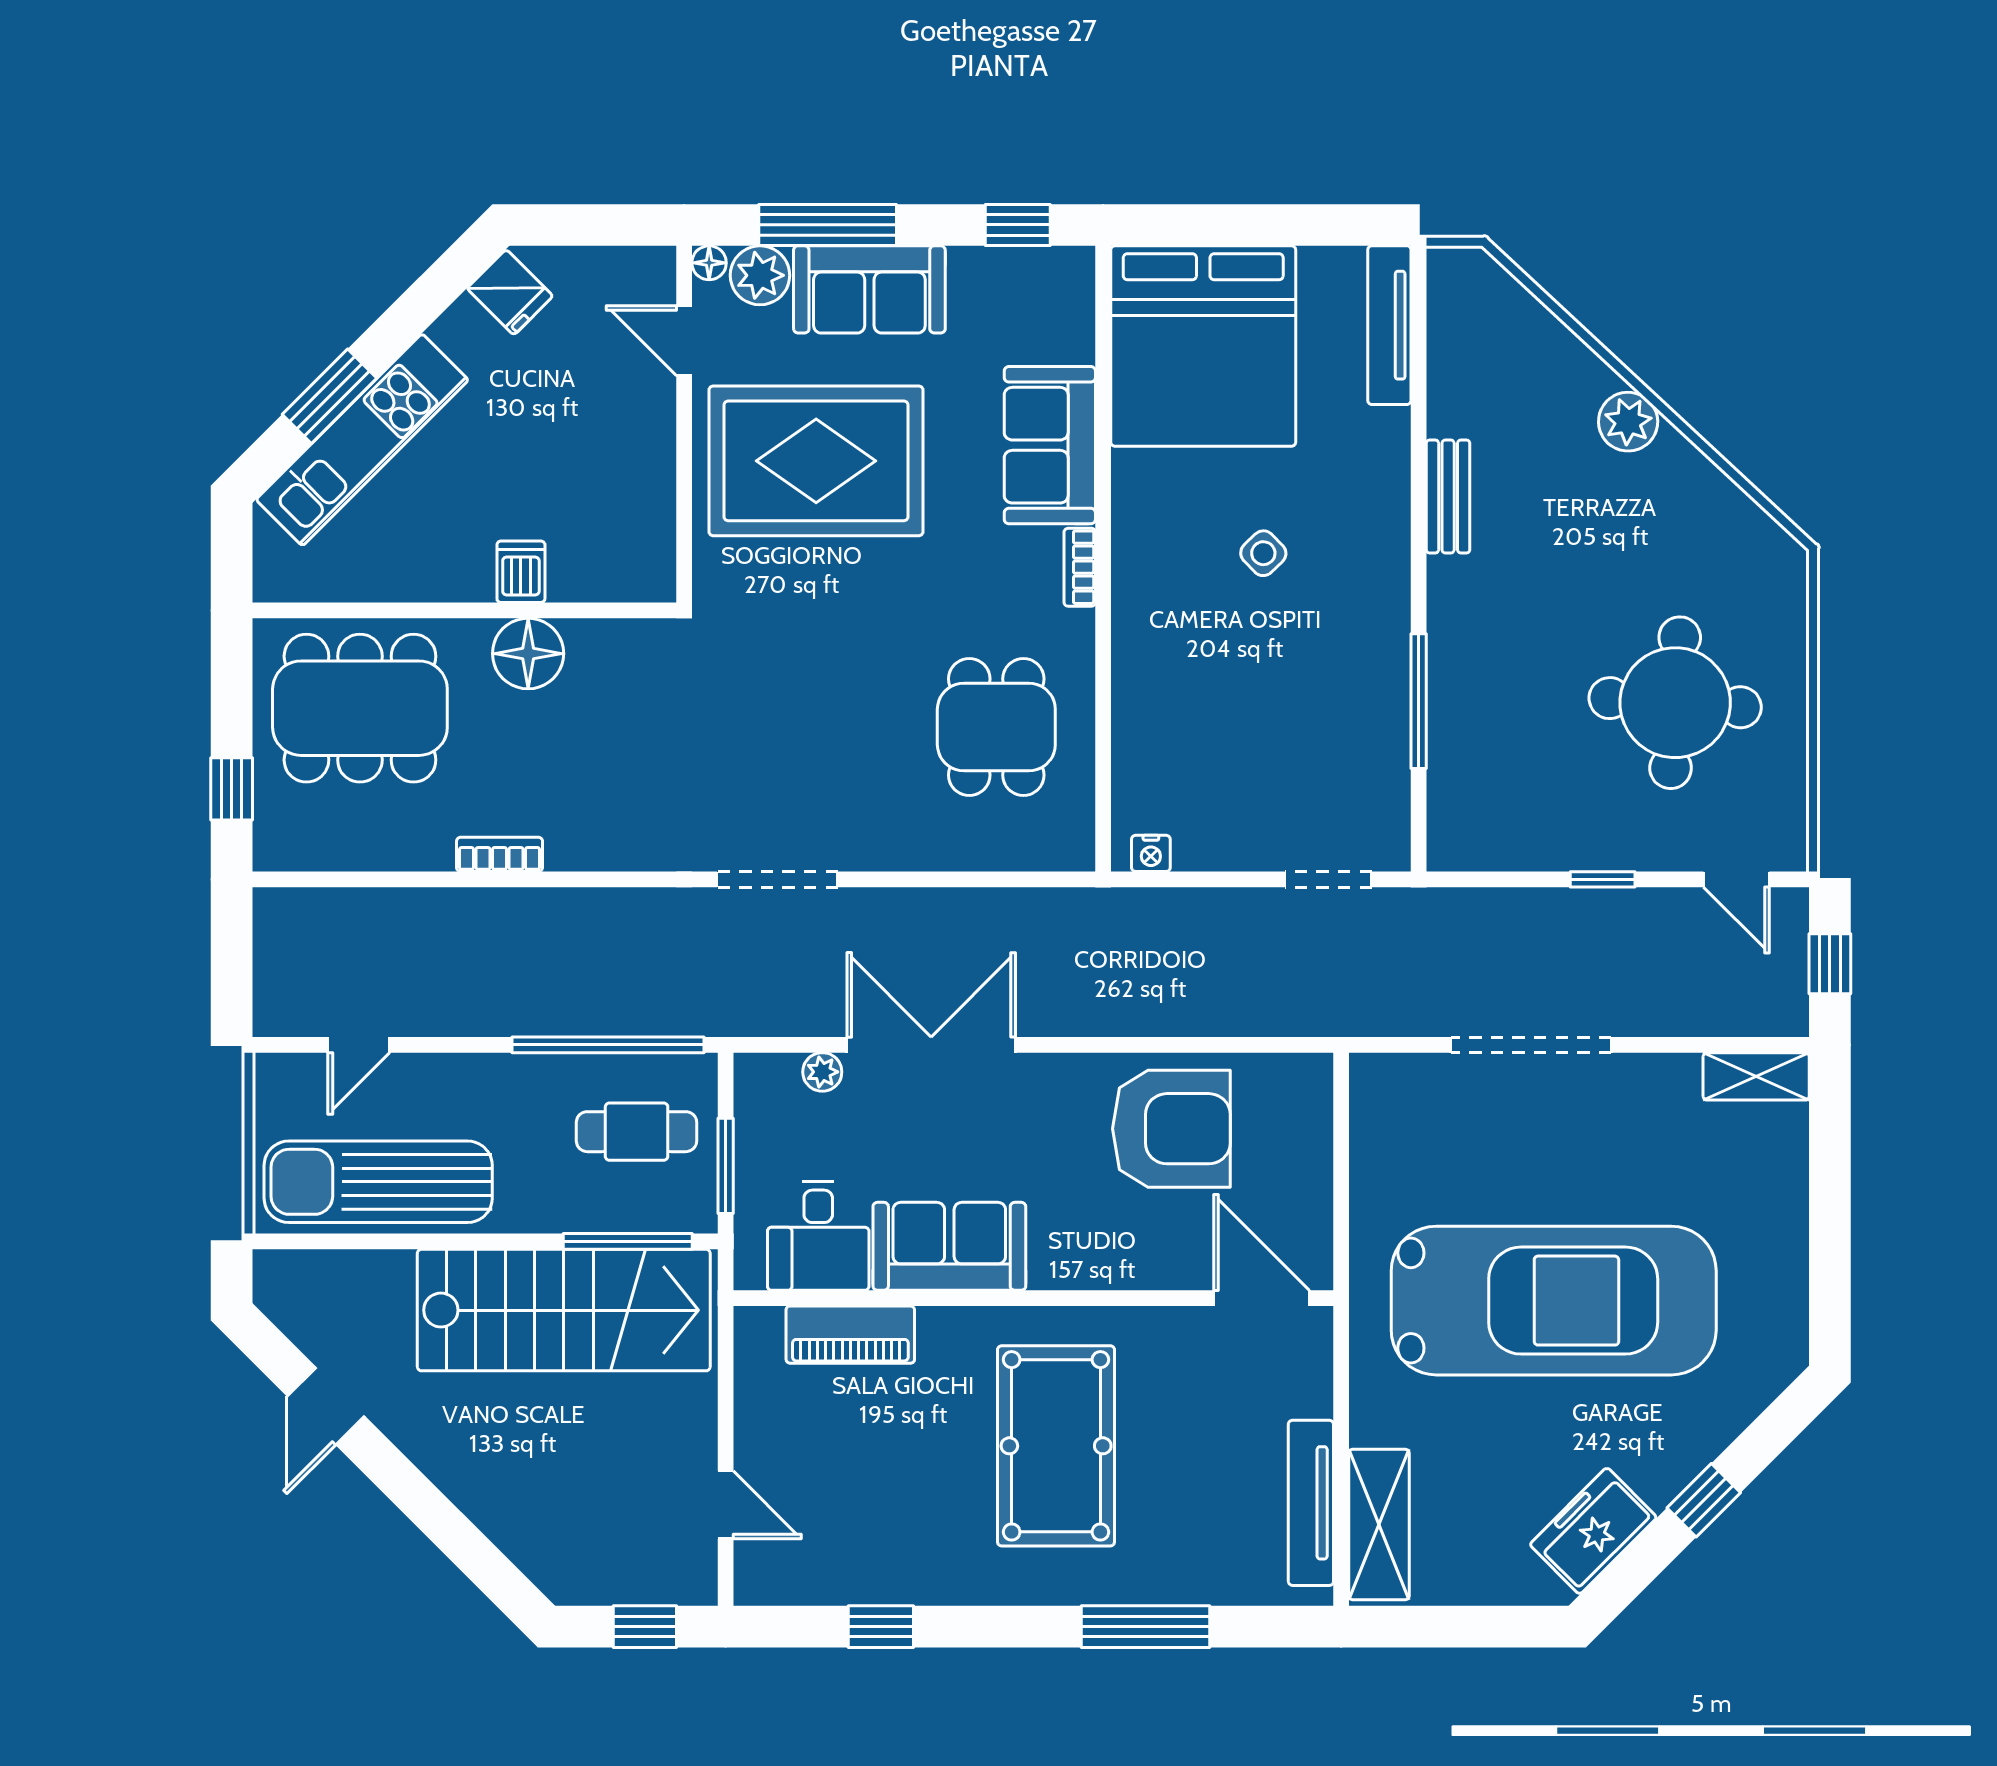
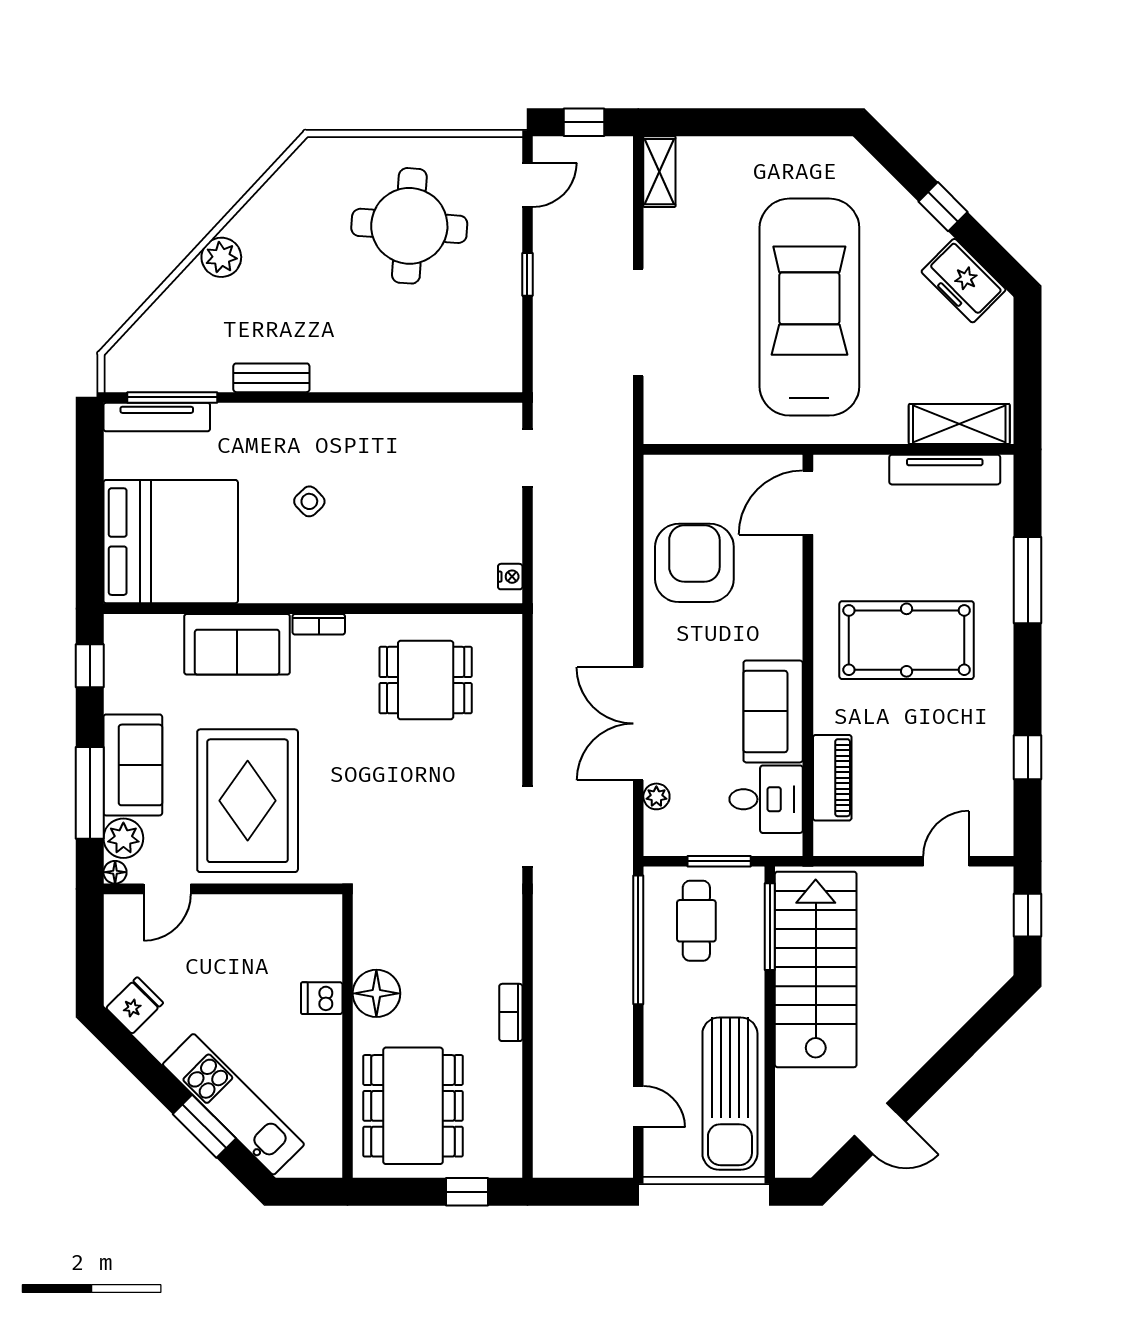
window: (1419, 701) -> (172, 397), moved

